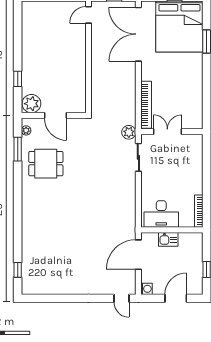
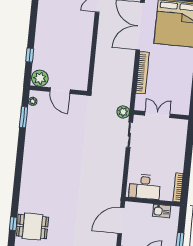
bookcase: (146, 105) -> (142, 73), moved
dining table: (46, 164) -> (32, 227), moved
kitchen sink: (168, 239) -> (162, 211), moved

